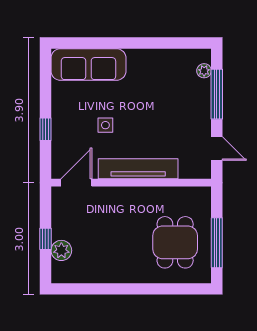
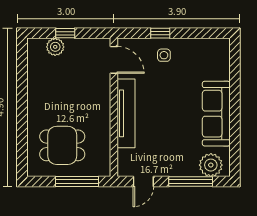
sofa: (88, 64) -> (216, 114), moved
plant: (204, 71) -> (211, 165), width x1.87, depth x1.87
side table: (105, 125) -> (164, 55), moved
window: (217, 243) -> (77, 182), moved

